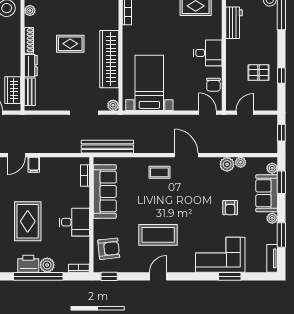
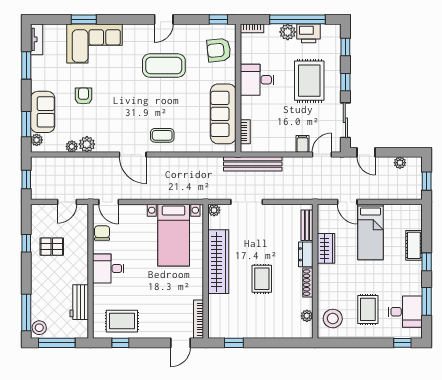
rug: (70, 44) -> (262, 279), turned 90
wardrobe: (13, 90) -> (326, 248), moved
bench: (107, 147) -> (253, 164), moved
plant: (272, 218) -> (37, 84), removed

